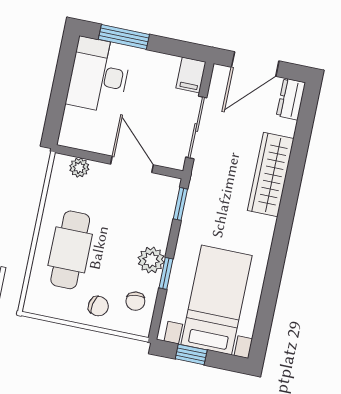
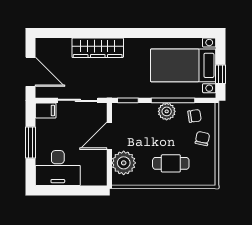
window: (124, 37) -> (31, 143), moved
dresser: (291, 99) -> (48, 45), removed
plant: (79, 168) -> (124, 163), width x1.88, depth x1.88
cafe table: (70, 250) -> (171, 163), width x0.73, depth x0.74
window: (166, 273) -> (173, 100), width x2.17

